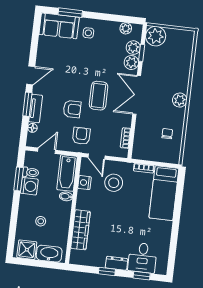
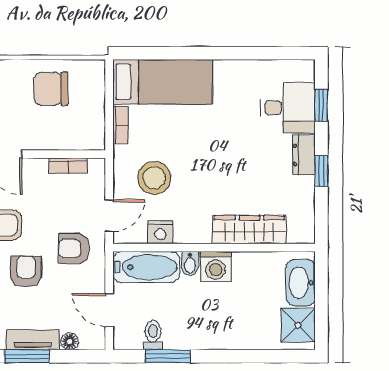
chair: (167, 134) -> (51, 89), width x1.87, depth x1.87
washing machine: (29, 186) -> (216, 267), moved, turned 180
stool: (41, 221) -> (242, 306), removed

